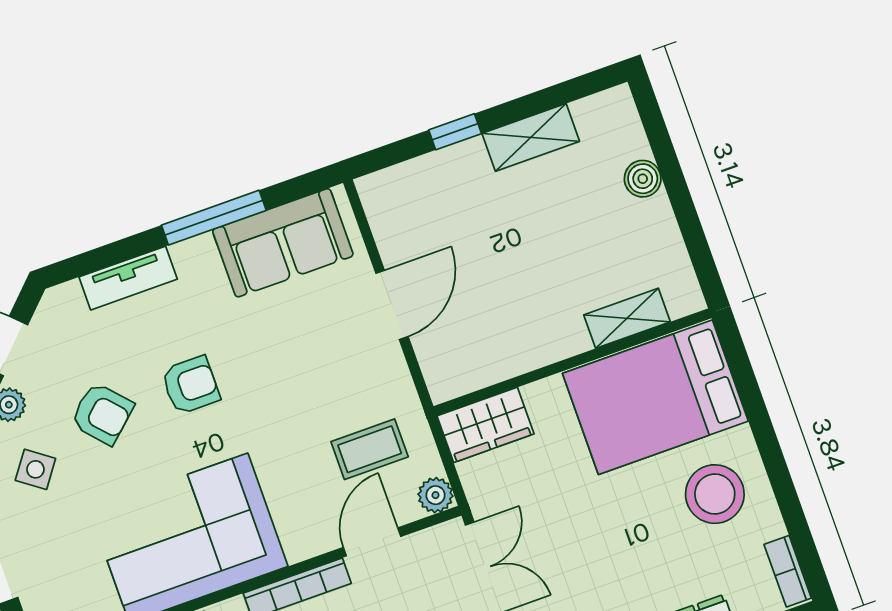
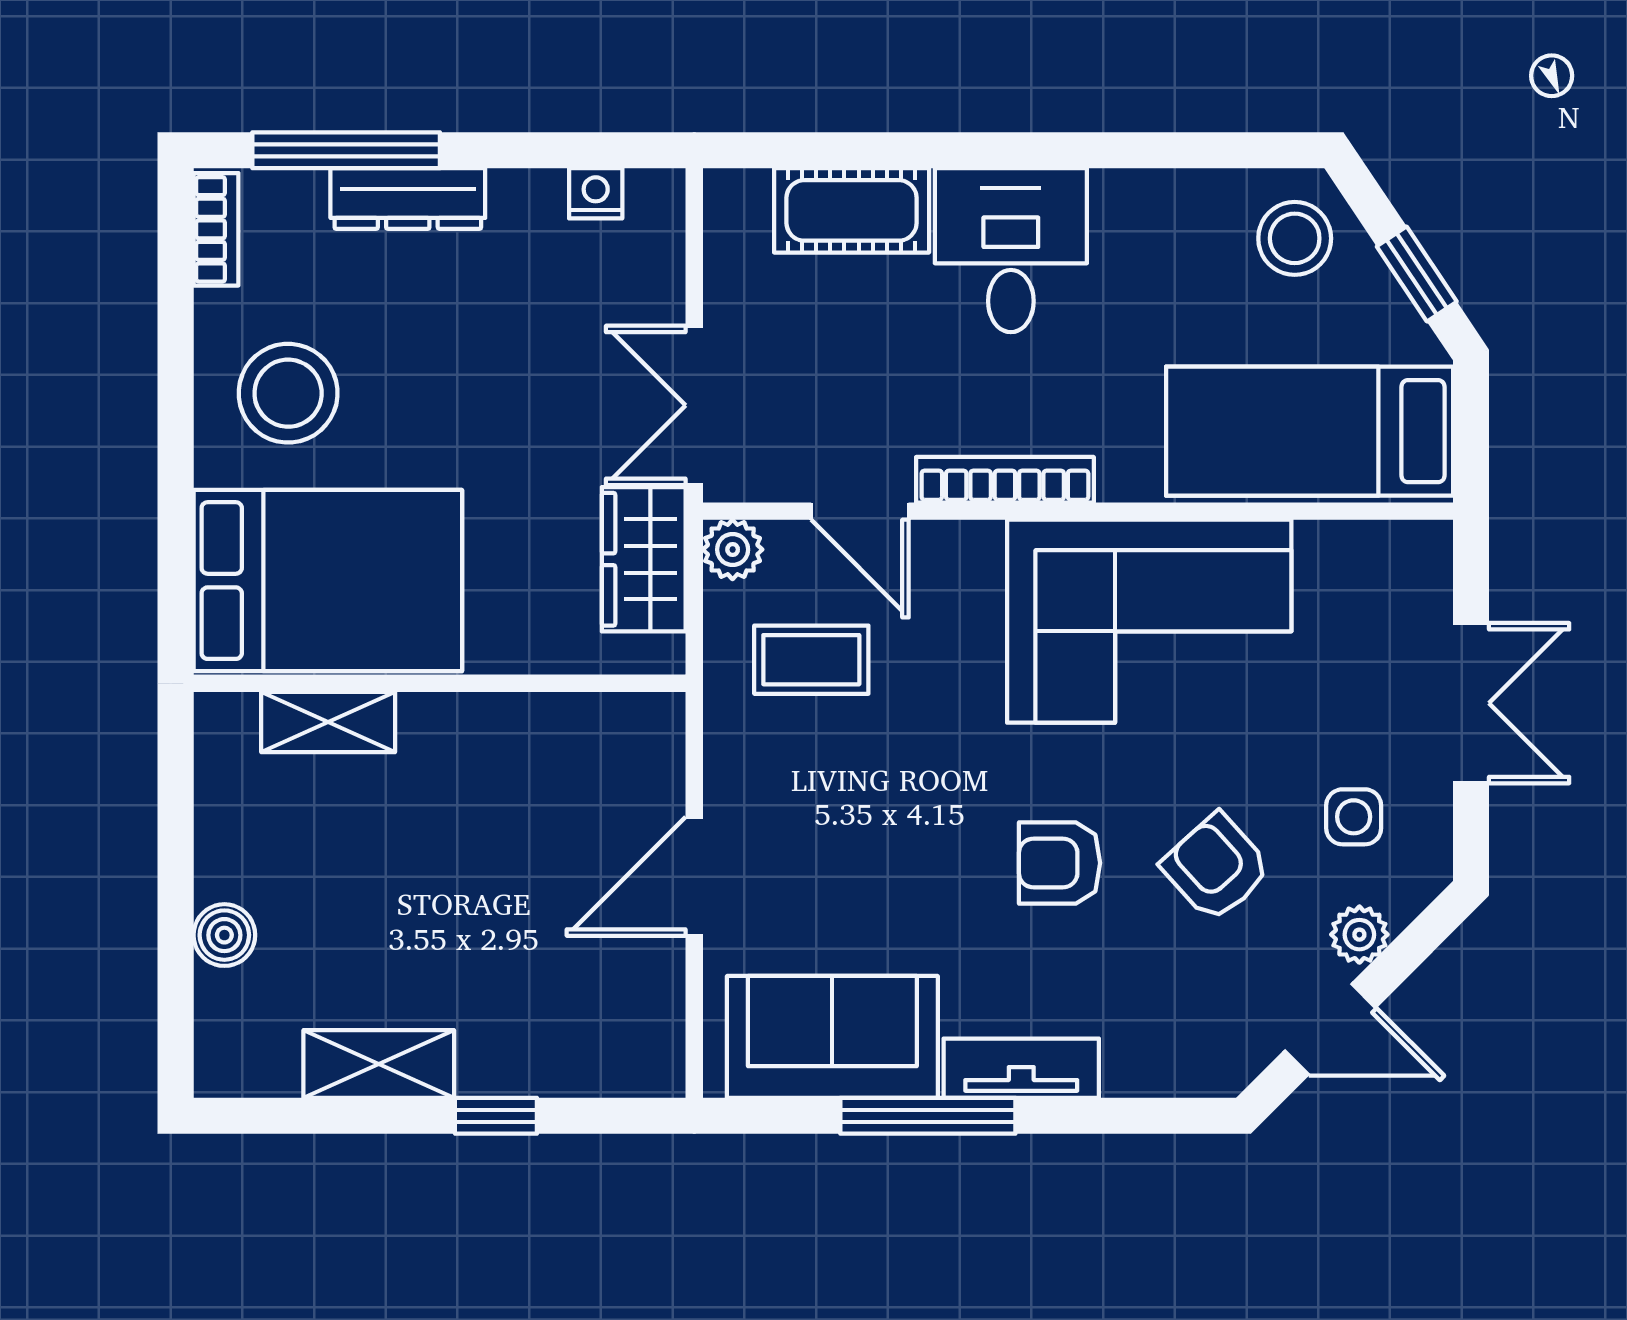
tv unit: (128, 278) -> (1021, 1068), moved
wardrobe: (485, 425) -> (644, 559), moved, turned -90
side table: (35, 469) -> (1354, 817), turned -36
door: (372, 542) -> (860, 511), hinge flipped

